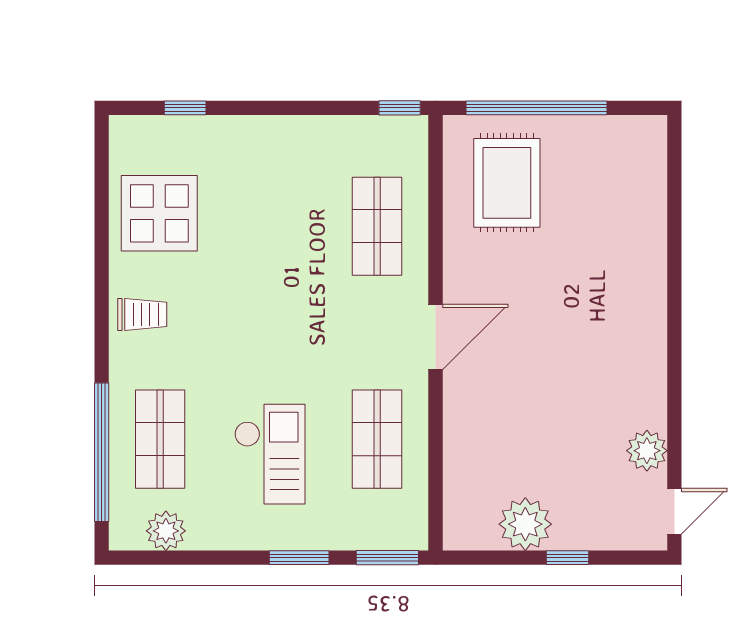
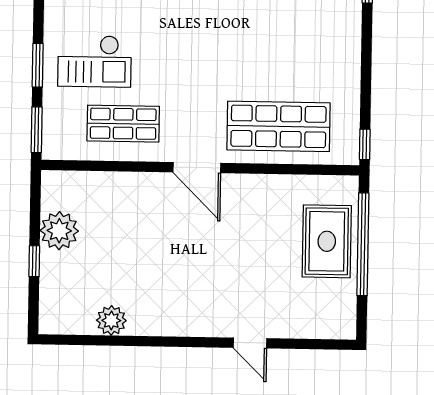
rug: (507, 183) -> (327, 241), moved, turned 90
shop shelf: (377, 226) -> (279, 126), width x1.43, depth x1.36
checkout: (270, 454) -> (94, 61), moved
door: (674, 511) -> (250, 343), moved

